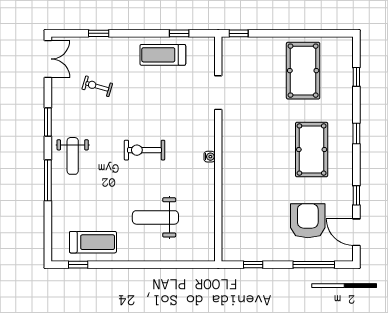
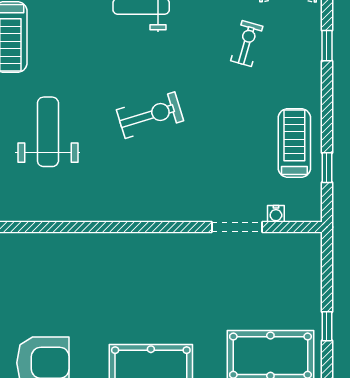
window: (239, 33) -> (327, 326), moved
exercise bike: (144, 150) -> (150, 115), turned 73
water cooler: (210, 157) -> (276, 214), moved

